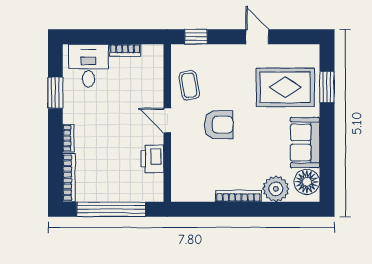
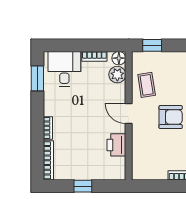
floor lamp: (155, 53) -> (119, 58), added
plant: (153, 73) -> (117, 75), added
window: (55, 93) -> (37, 78), moved
window: (111, 209) -> (83, 186), width x0.32

